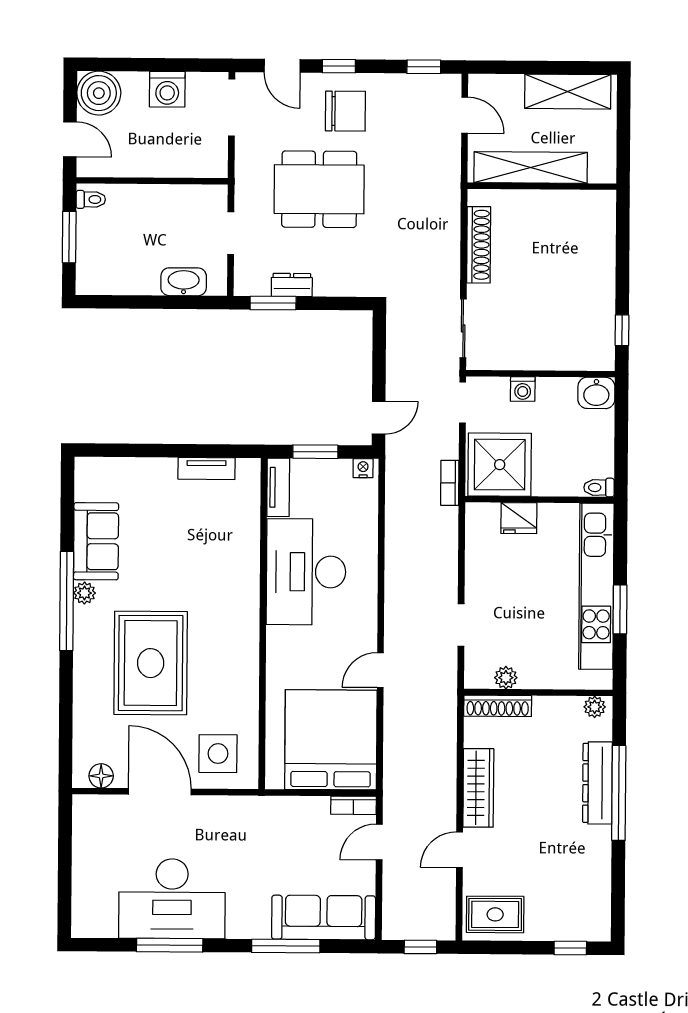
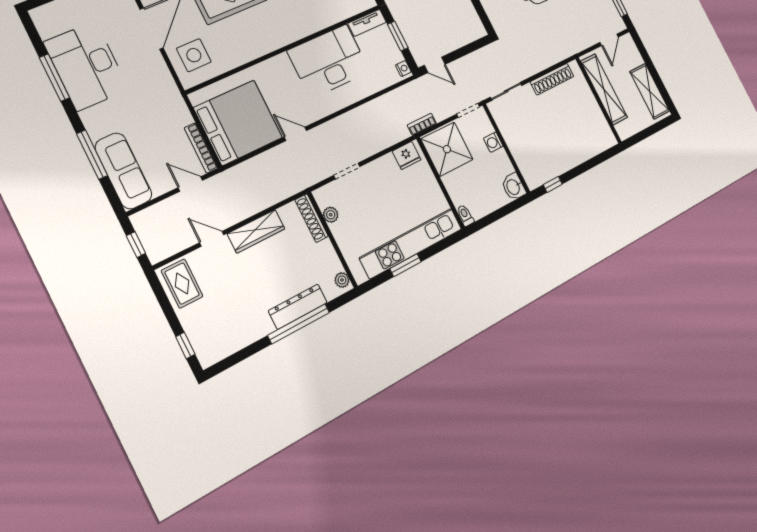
fridge: (519, 518) -> (407, 155), moved, turned -90
bookcase: (353, 805) -> (201, 148), width x1.56

